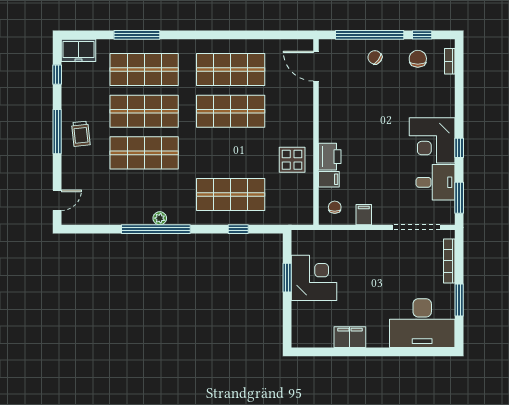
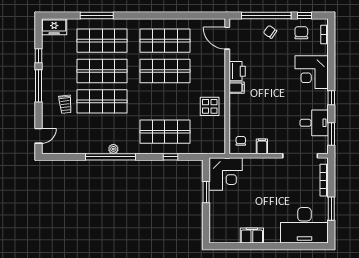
window: (57, 75) -> (39, 56), moved
trolley: (81, 134) -> (65, 104), moved
corner desk: (432, 140) -> (312, 72), moved
printer: (330, 157) -> (237, 71), moved
filing cabinet: (329, 179) -> (237, 88), moved
corner desk: (314, 278) -> (226, 174), moved, turned 90

